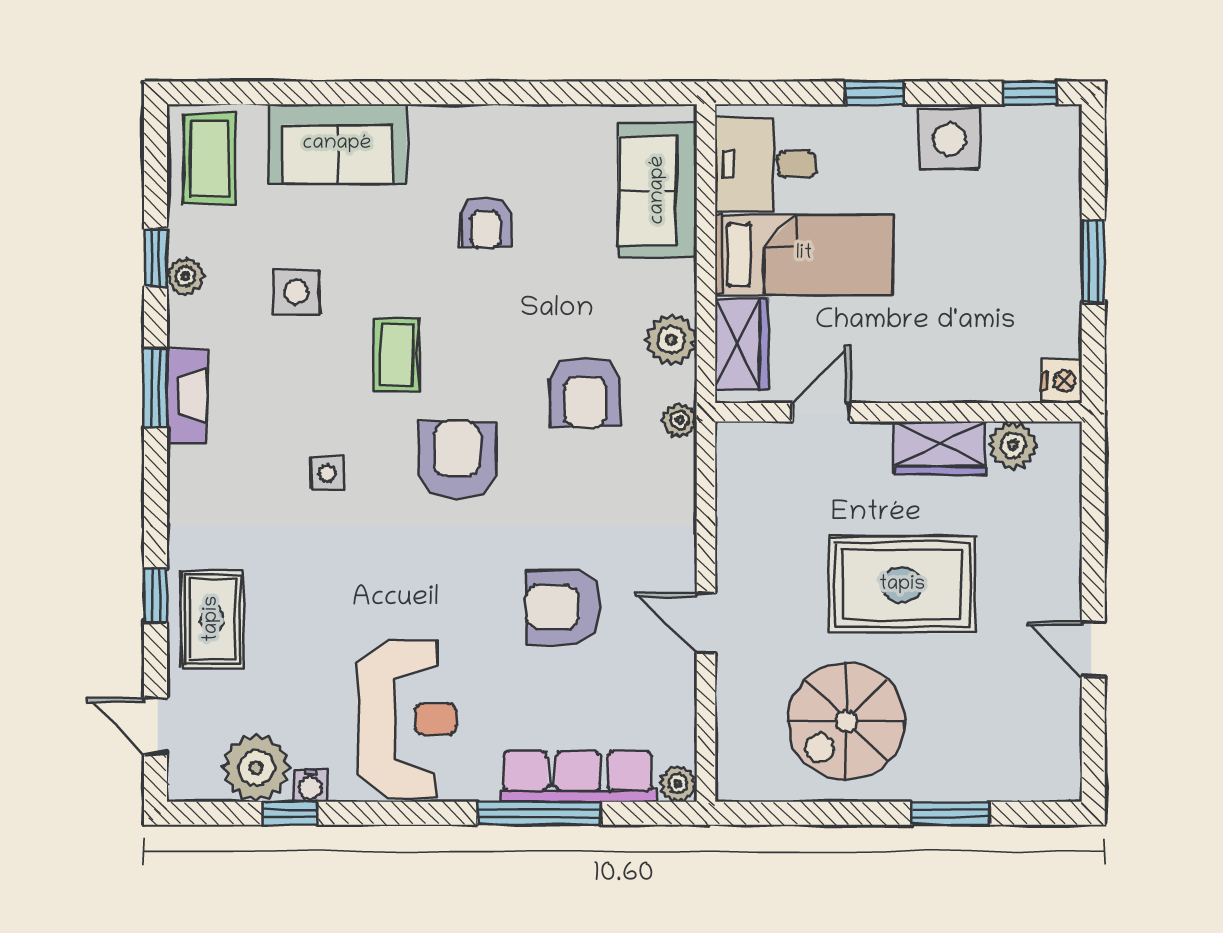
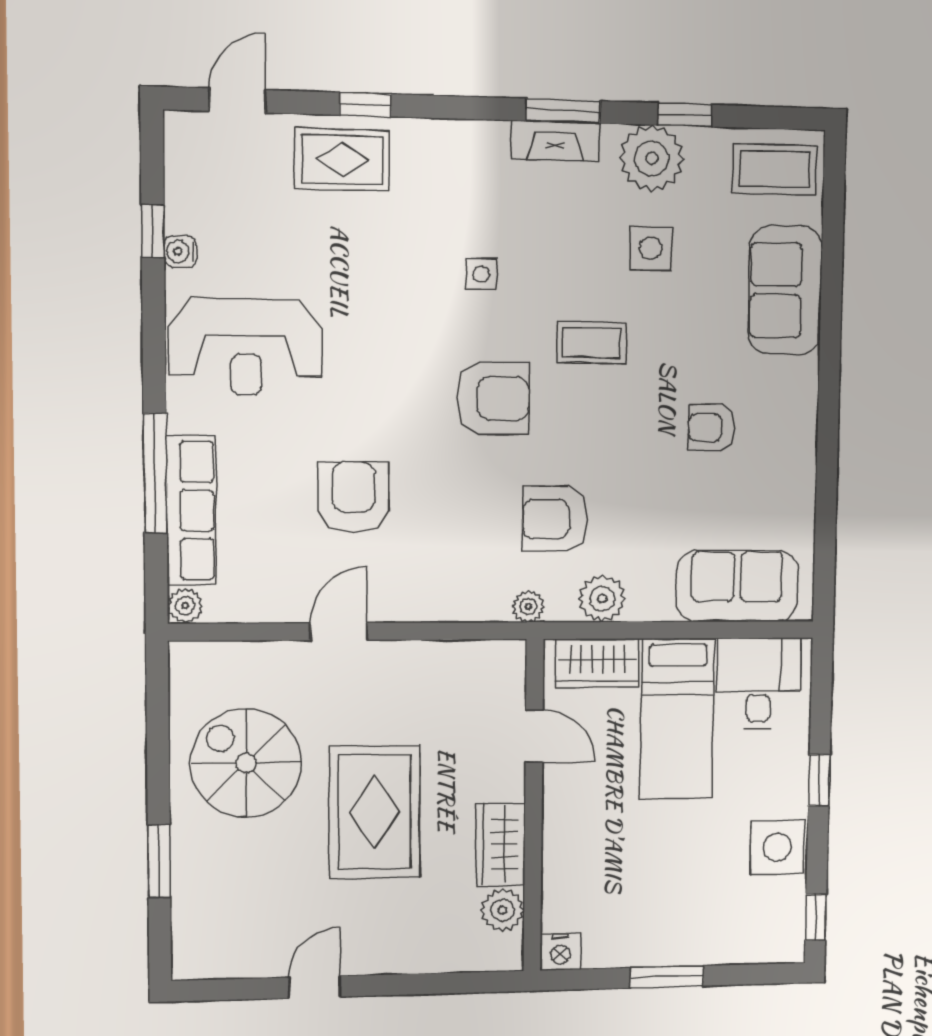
plant: (186, 276) -> (652, 158), width x1.87, depth x1.87
plant: (256, 768) -> (197, 199), removed

